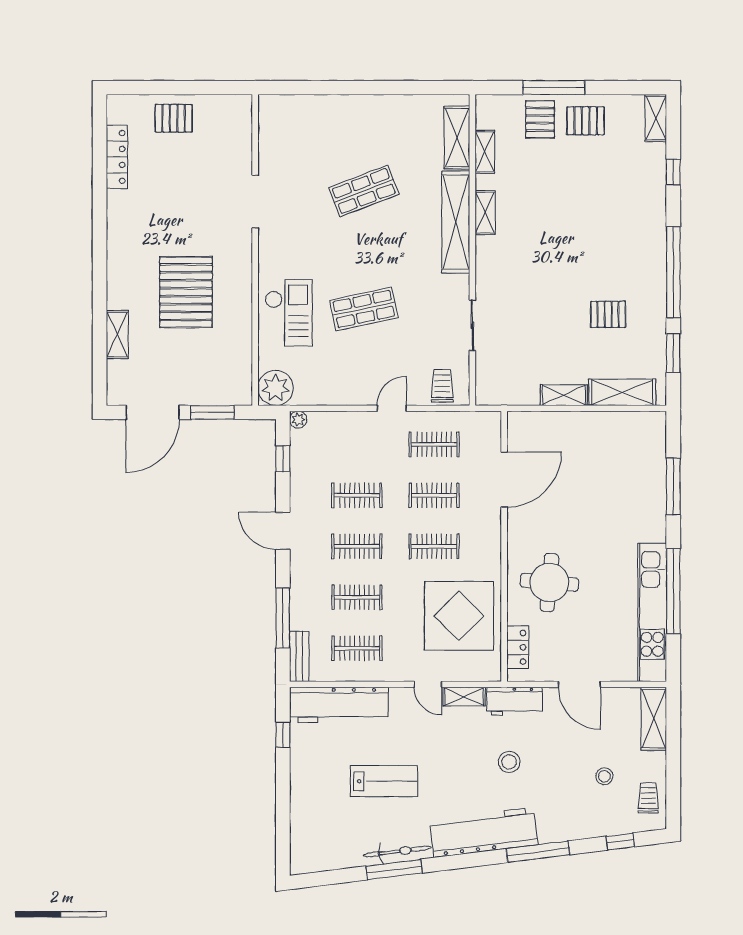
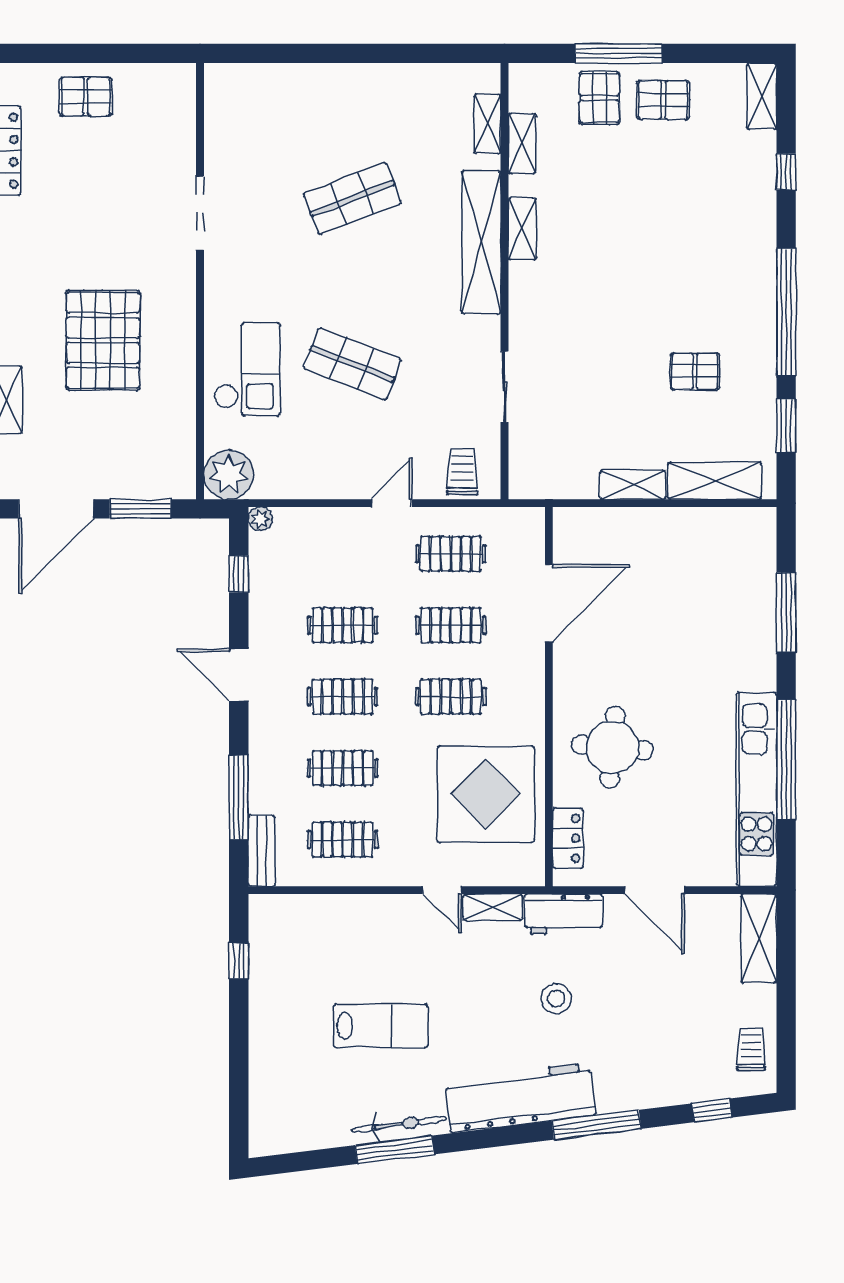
shelving: (457, 138) -> (487, 124), width x0.67, depth x0.75
shop shelf: (364, 309) -> (352, 364), turned 33
workbench: (339, 705) -> (318, 919), removed
stool: (604, 776) -> (690, 1019), removed

